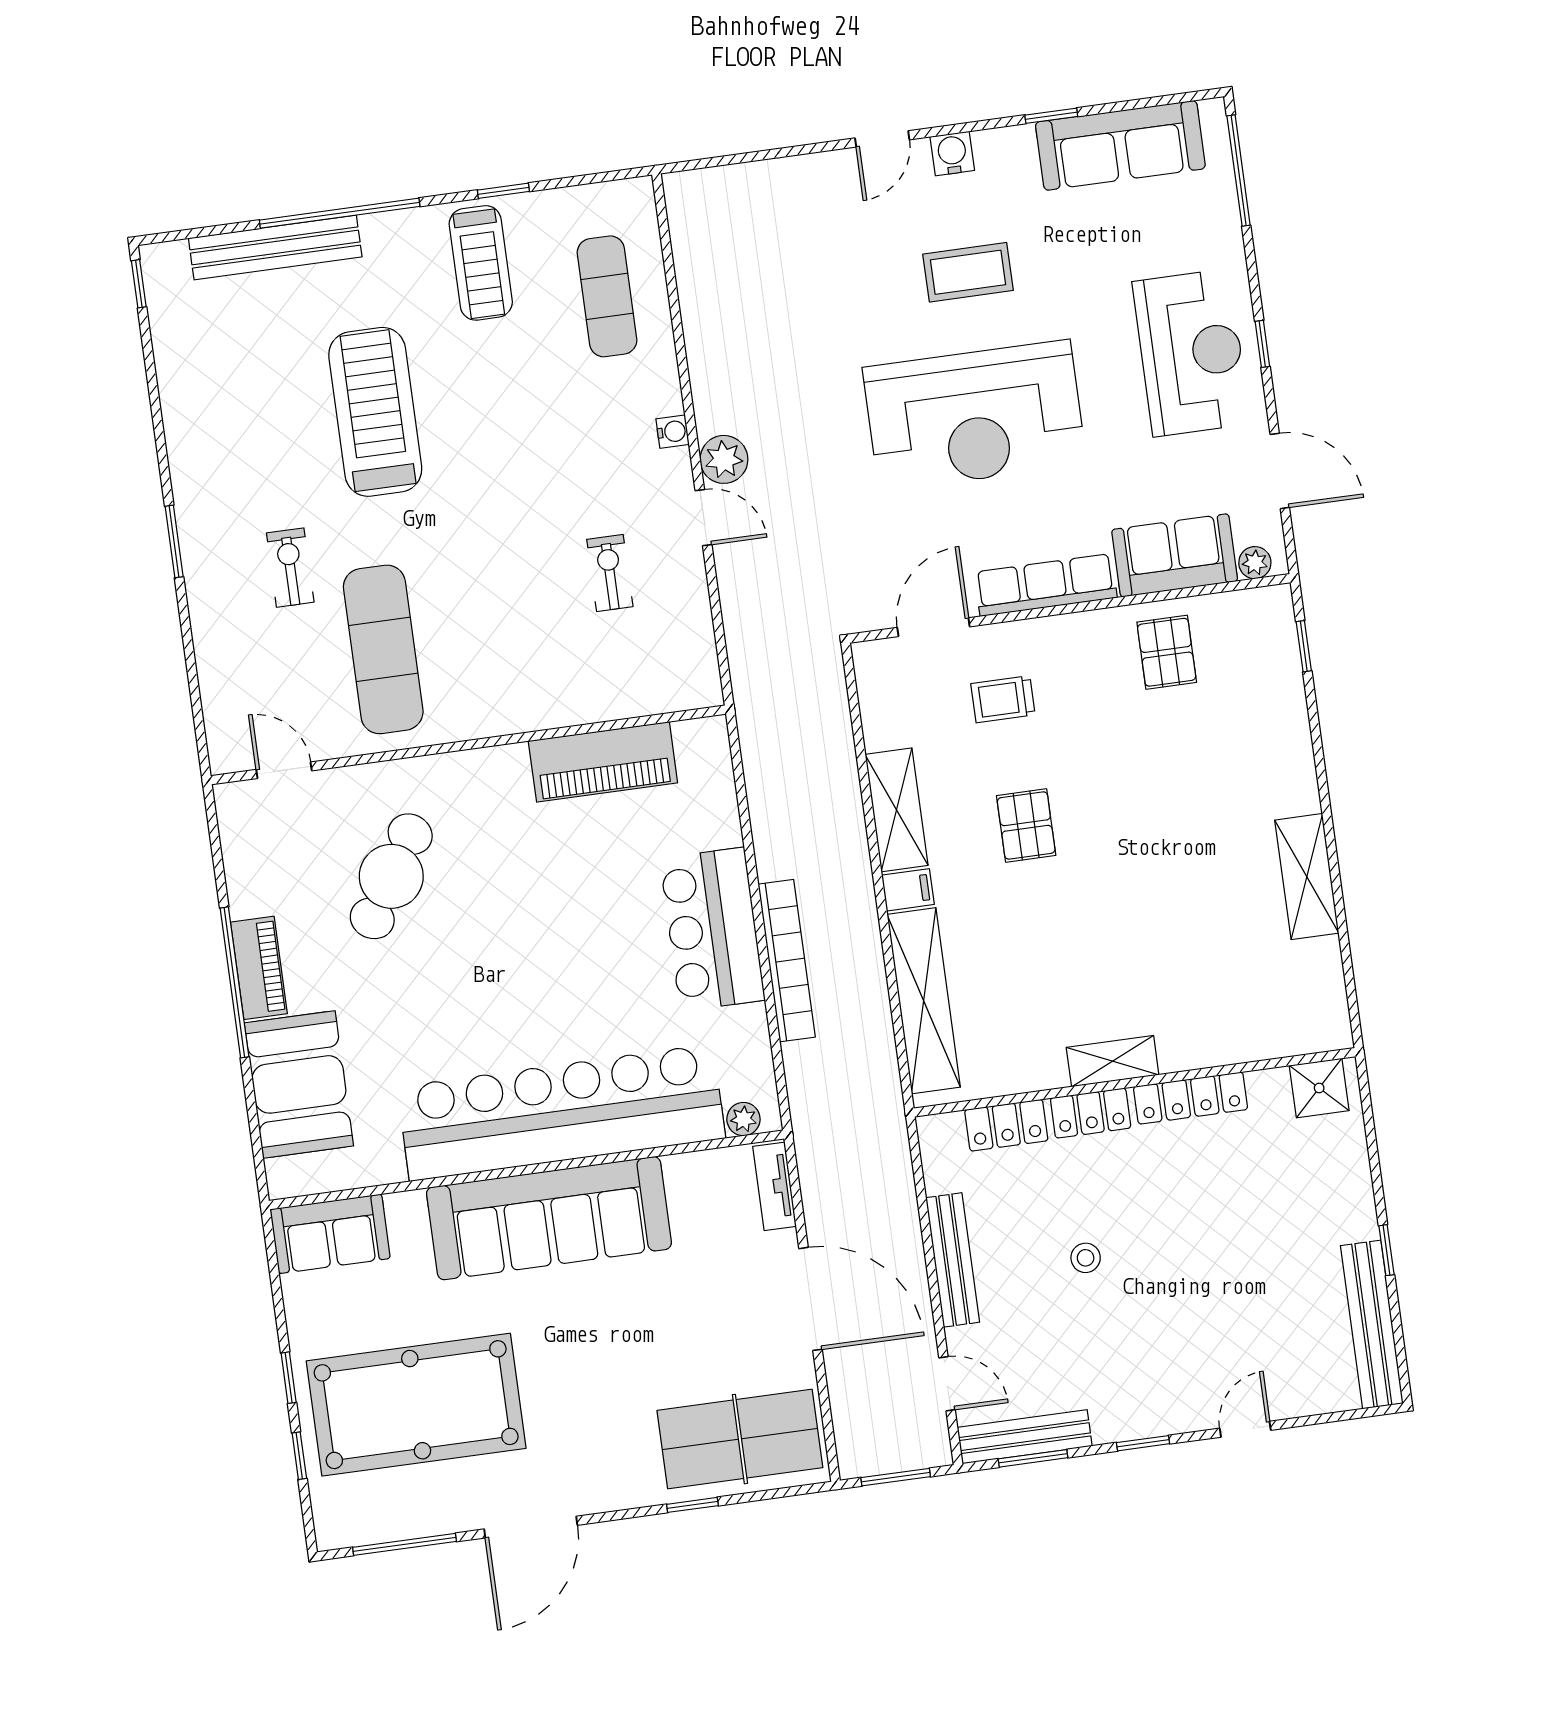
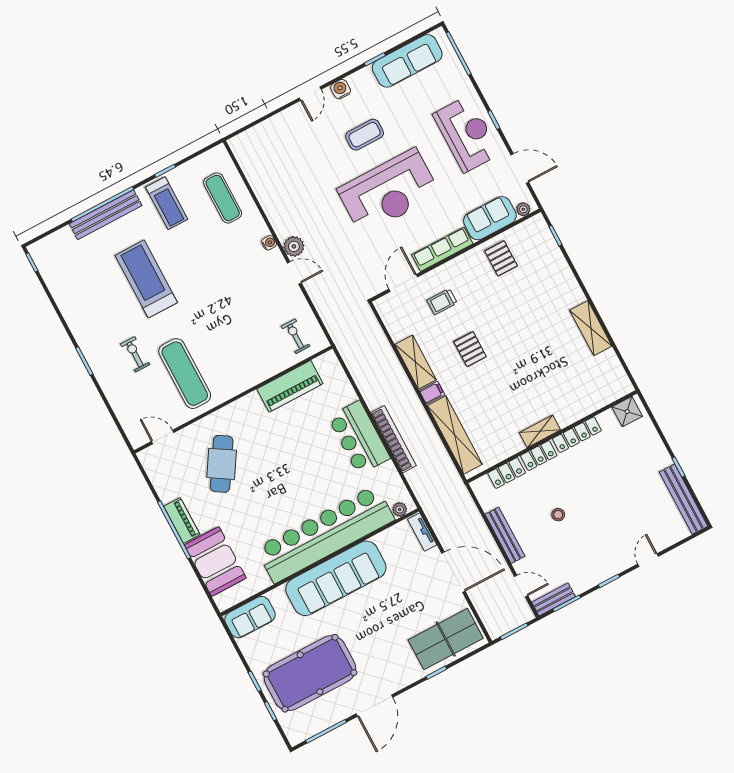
bench: (275, 247) -> (106, 215), moved
exercise bike: (610, 573) -> (296, 336), moved
bench: (1025, 1437) -> (554, 599), width x0.73

